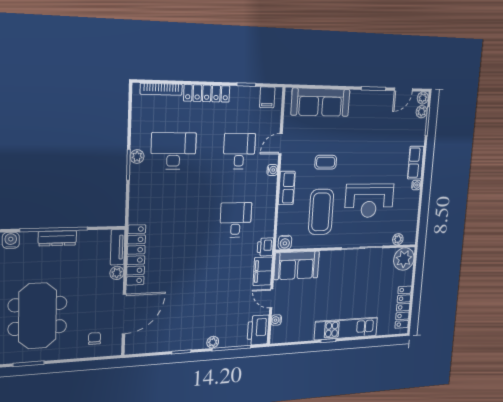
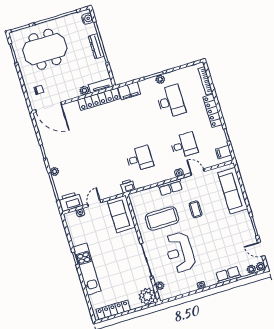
row of seats: (416, 163) -> (228, 275), moved
water cooler: (285, 242) -> (134, 199), removed
filing cabinet: (263, 271) -> (129, 91), moved, turned 180
door: (124, 314) -> (49, 107), moved

